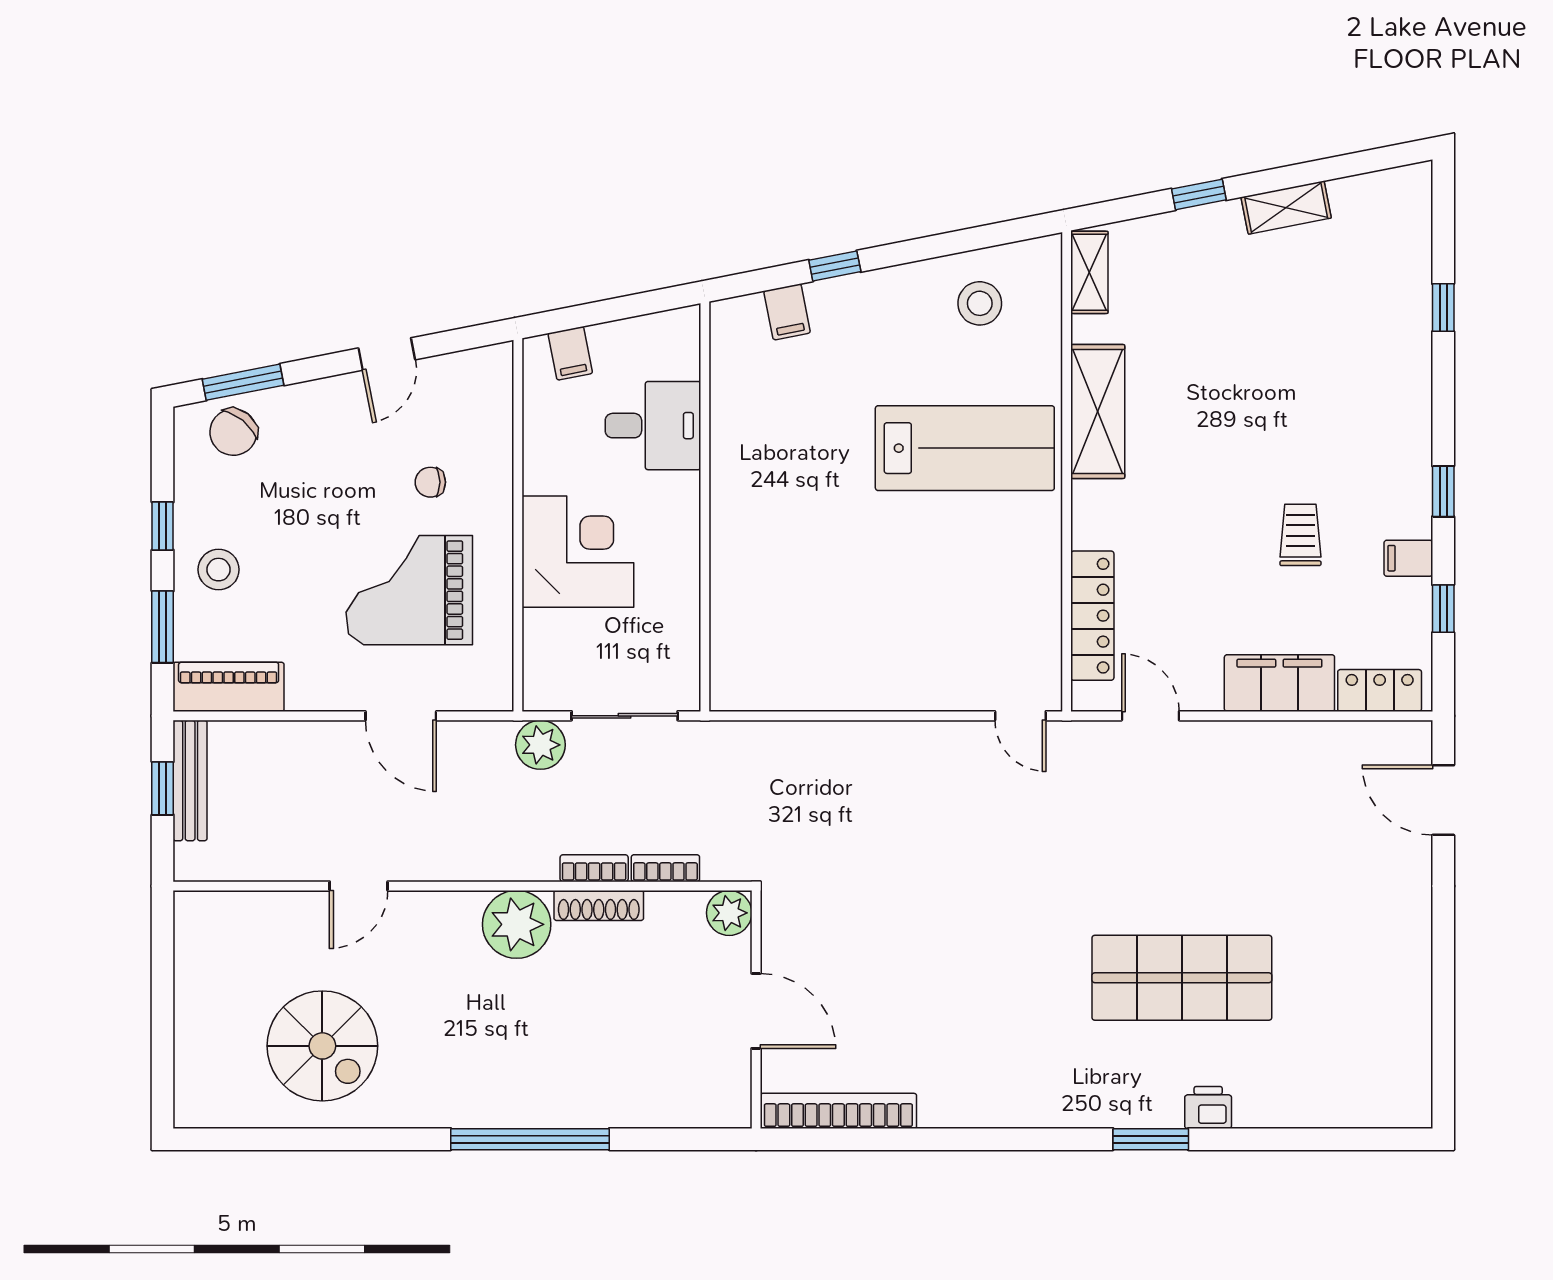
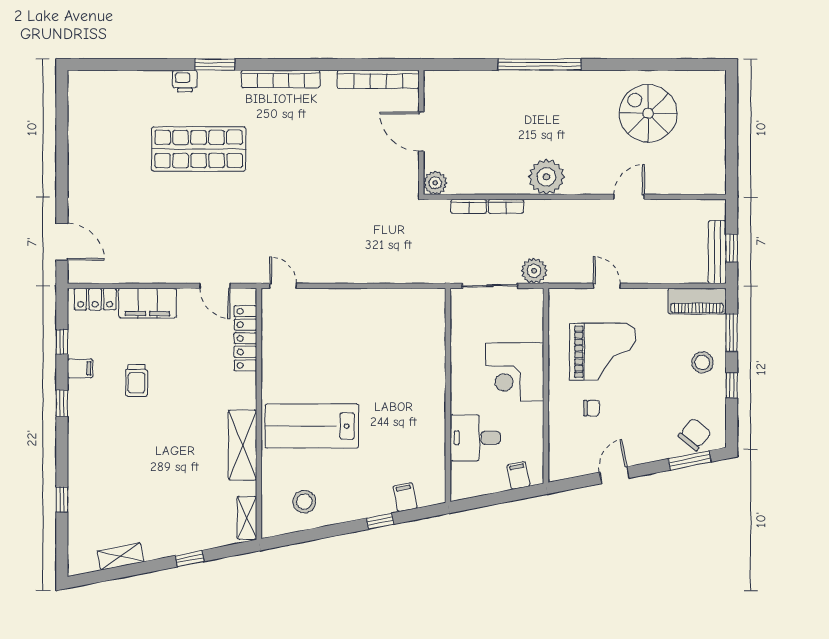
shelving: (1286, 208) -> (121, 556), moved
door: (401, 716) -> (607, 286), width x0.73
shoe rack: (599, 905) -> (504, 187), removed
bookcase: (1025, 1112) -> (281, 79), added

